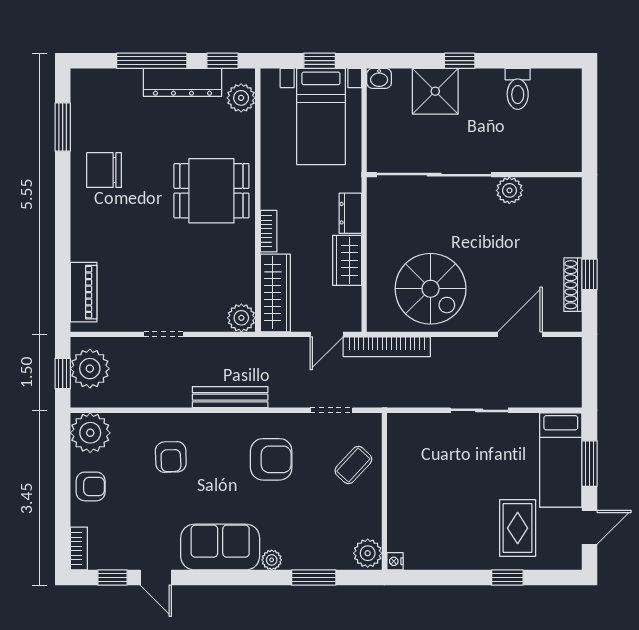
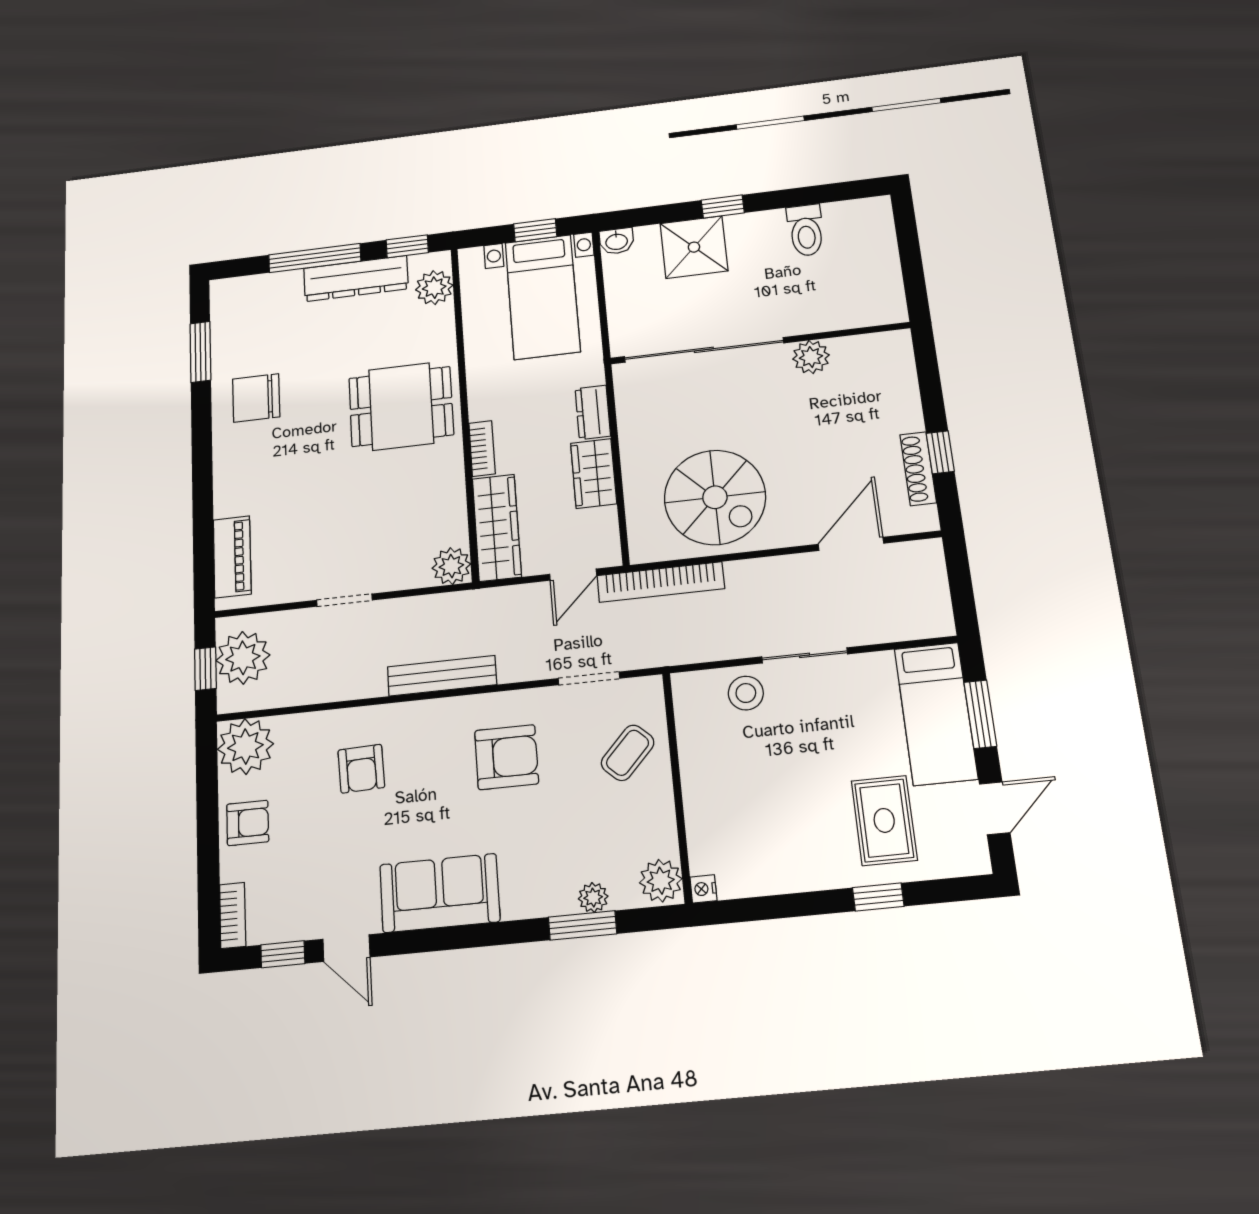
stool: (437, 432) -> (746, 693), added
plant: (272, 560) -> (593, 898), moved

